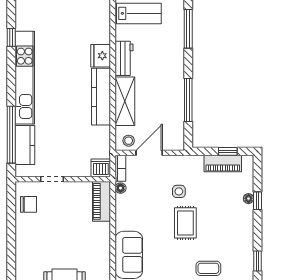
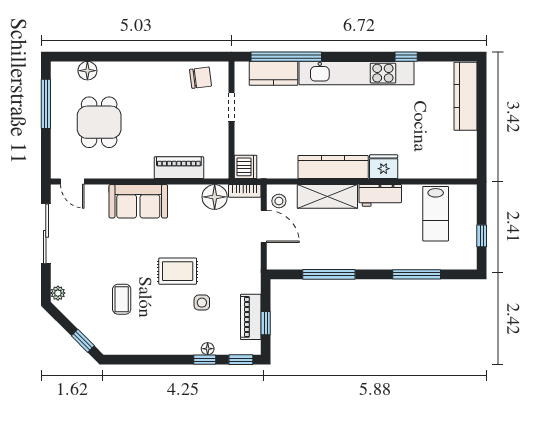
floor lamp: (120, 188) -> (215, 197), width x1.89, depth x1.89
side table: (179, 191) -> (202, 303), moved
piano: (102, 201) -> (179, 168), moved
chair: (28, 204) -> (201, 78), turned -97
window: (257, 261) -> (241, 360), moved

